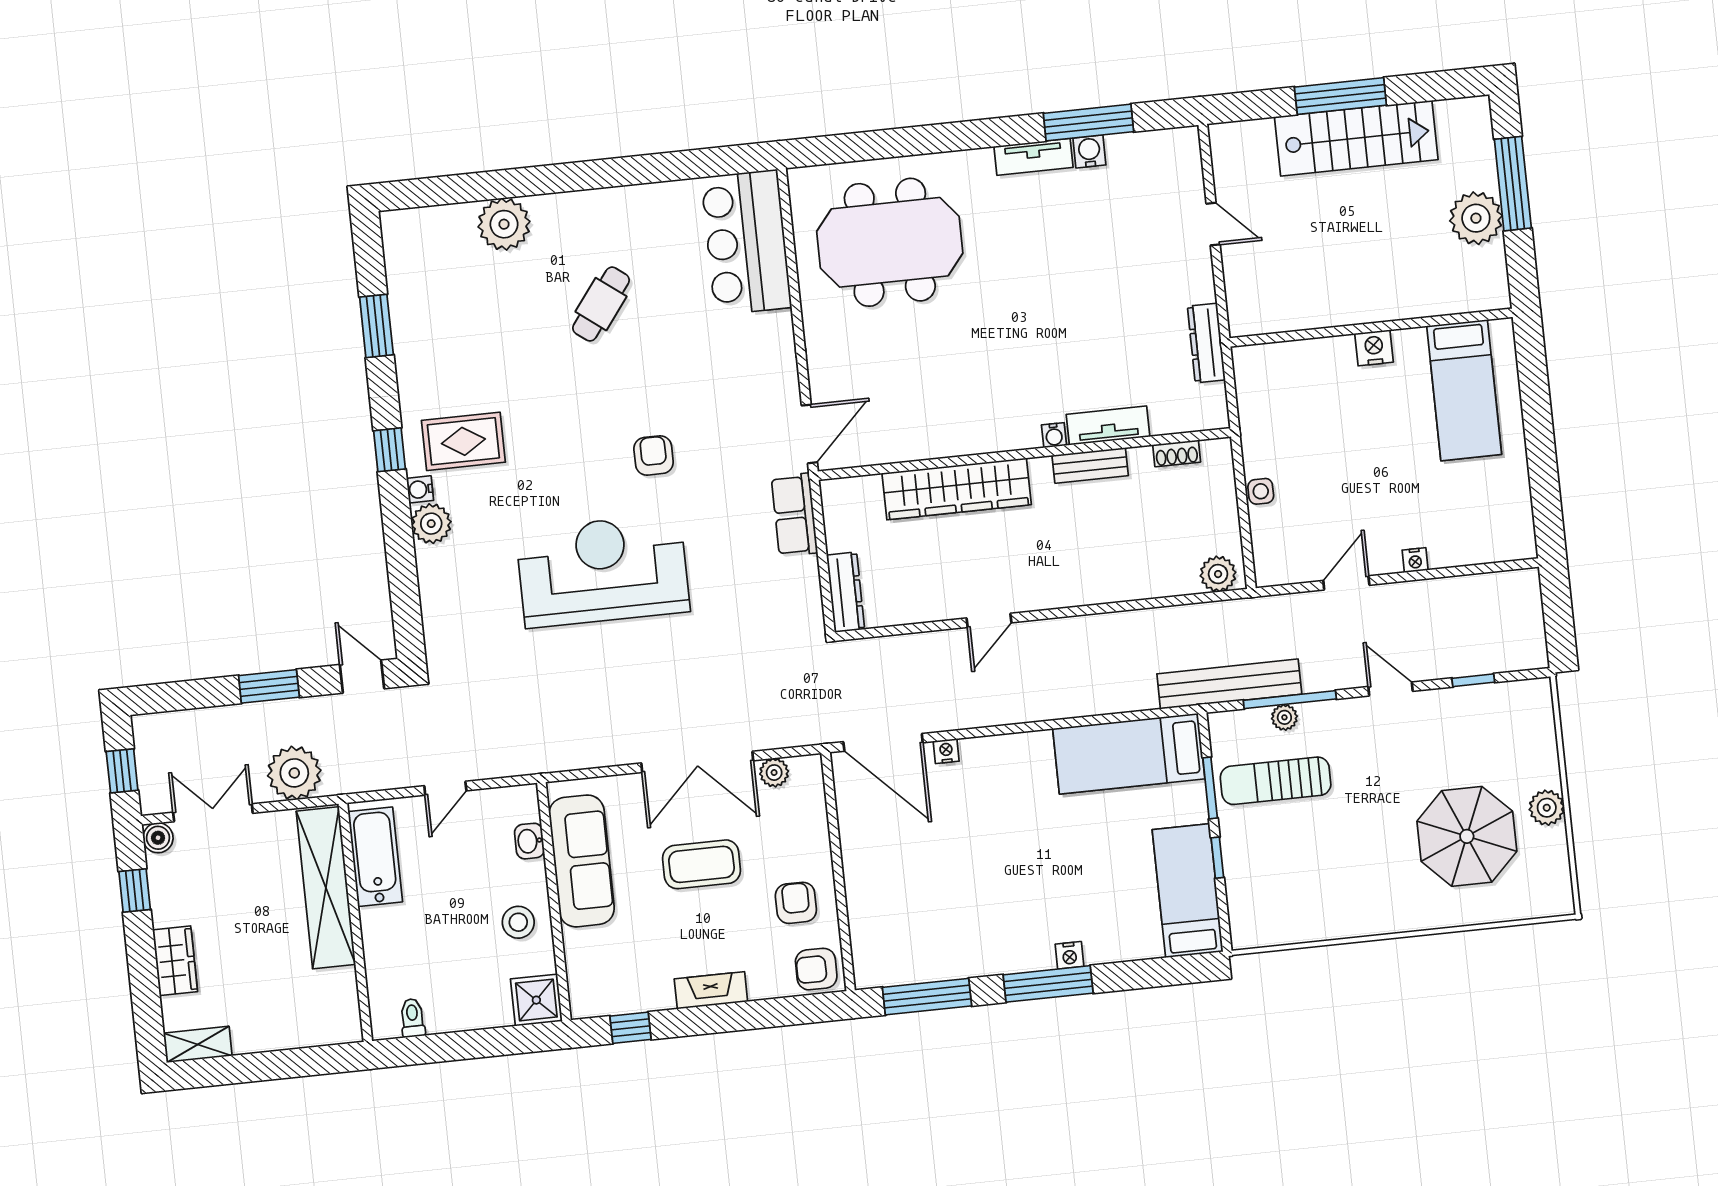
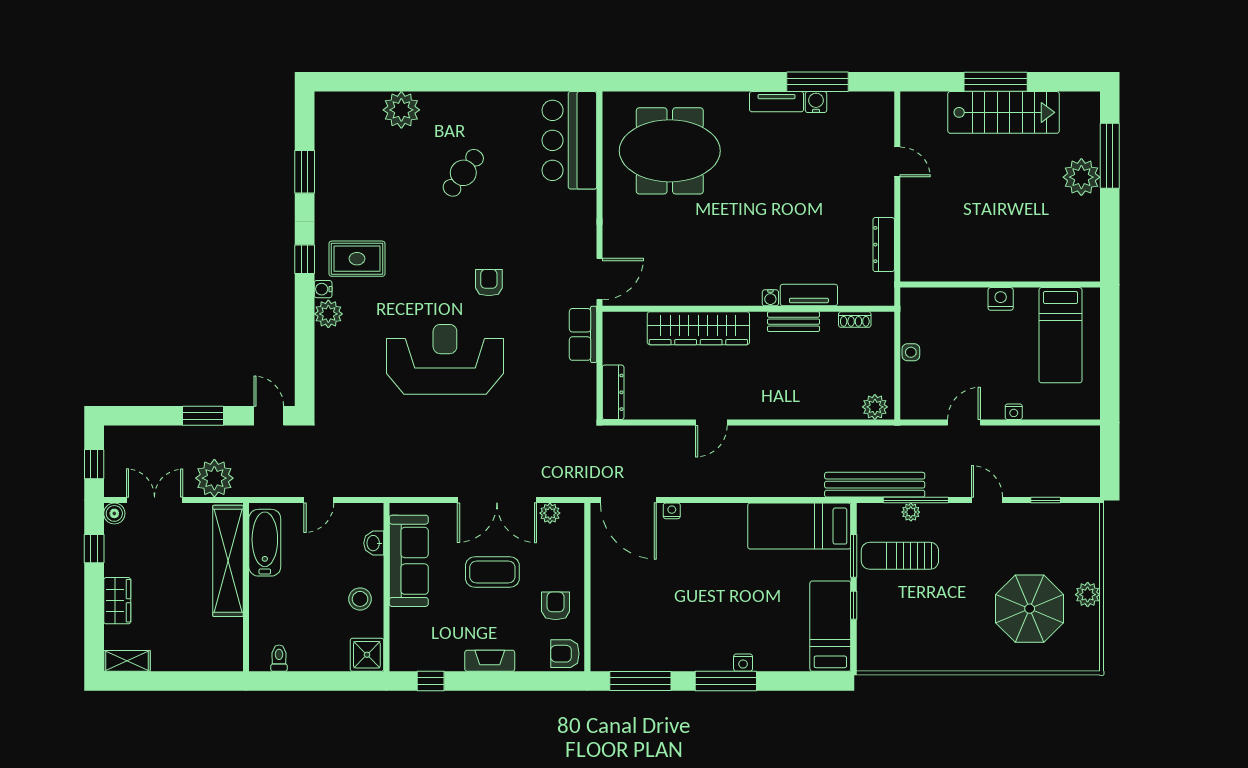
wall: (1371, 328) -> (1000, 285), moved
nightstand: (1374, 348) -> (1001, 299), moved
bed: (1464, 390) -> (1060, 335), moved

